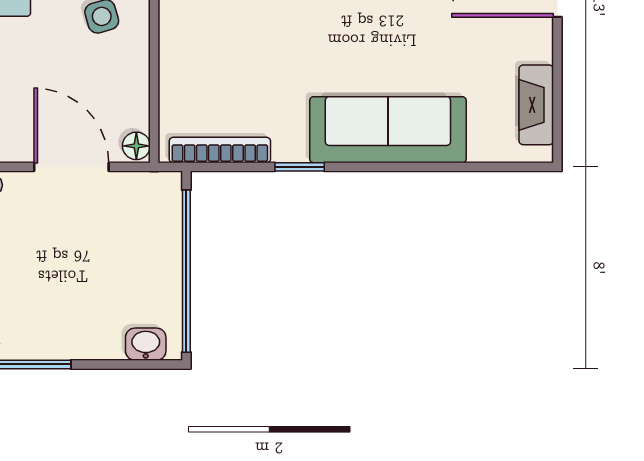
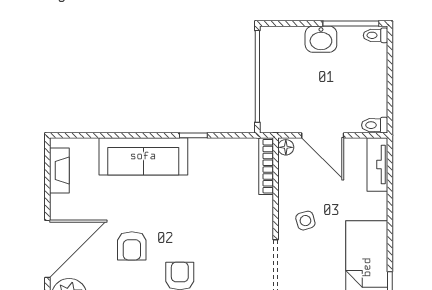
bookcase: (220, 150) -> (266, 166), moved, turned 90
washbasin: (146, 344) -> (321, 39), moved, width x1.38, depth x1.45

